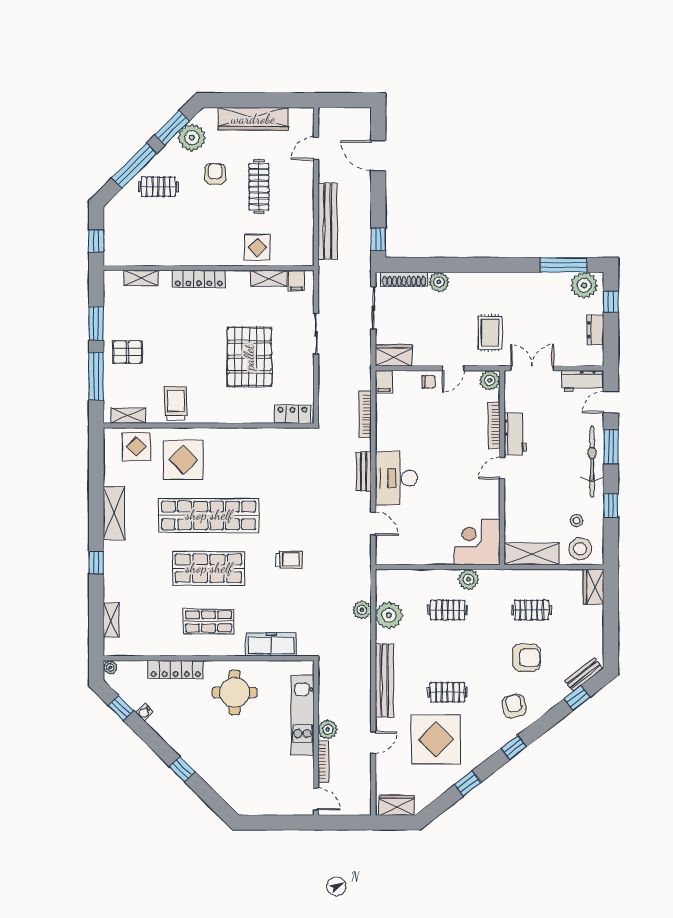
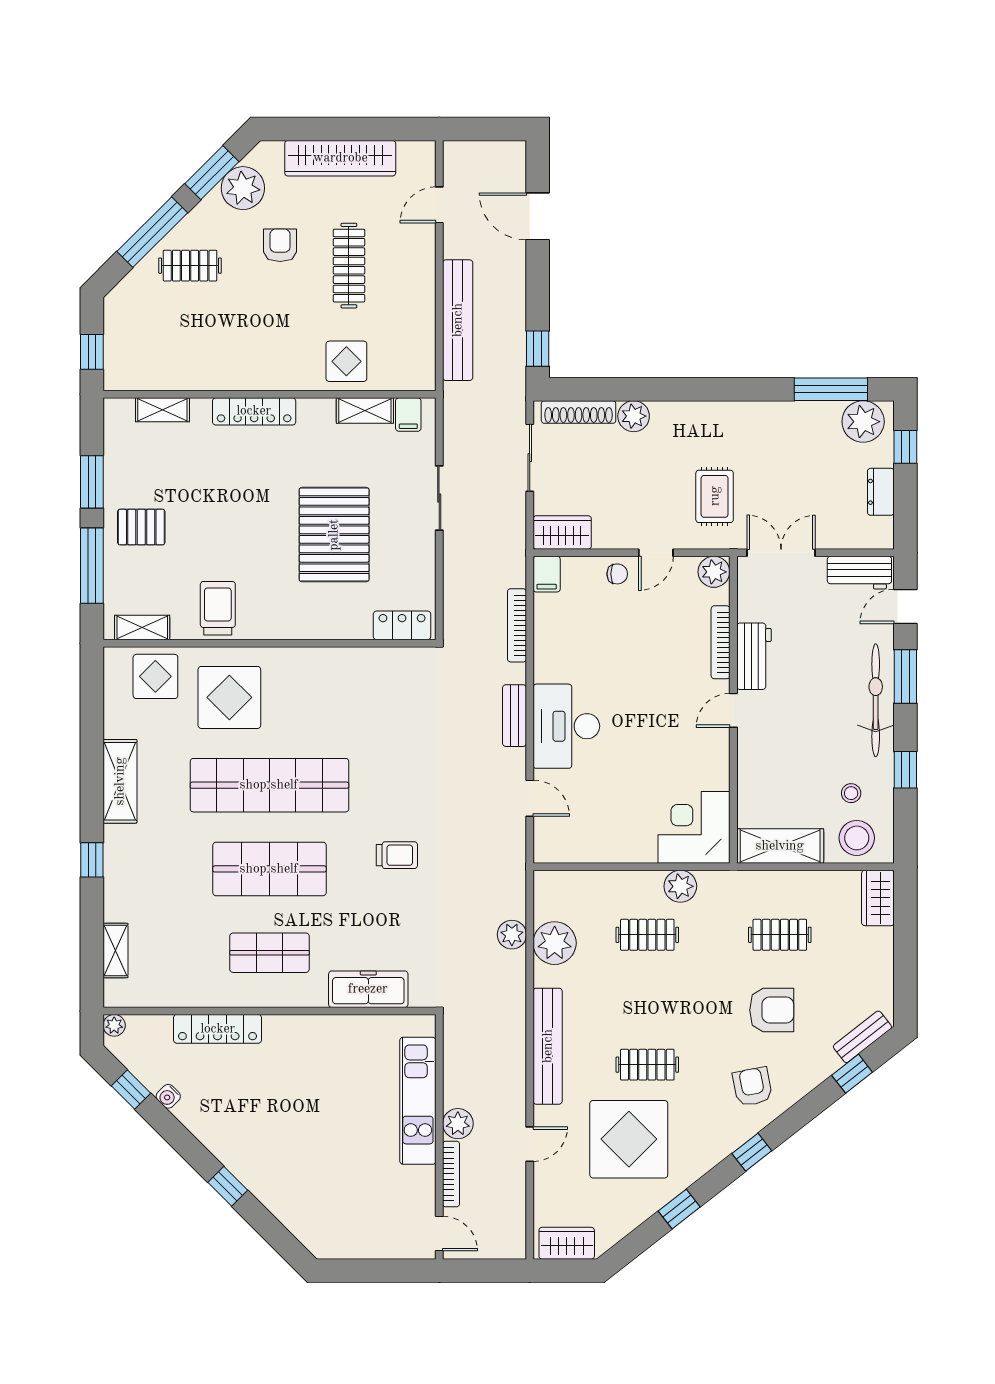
round table: (235, 692) -> (311, 1065), removed

